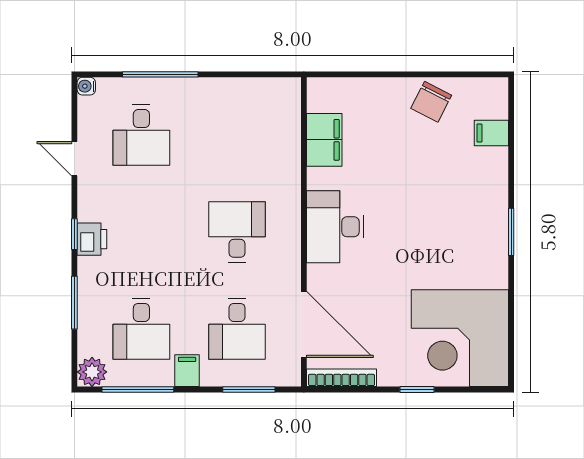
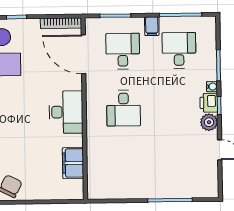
water cooler: (86, 86) -> (212, 87), moved
desk: (141, 135) -> (181, 164), removed
plant: (92, 372) -> (209, 122), moved

